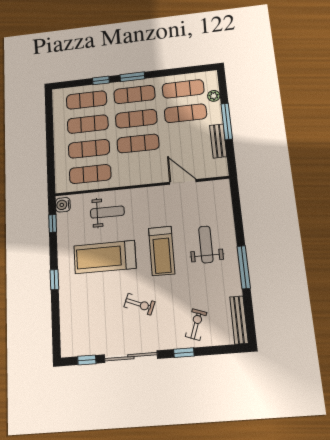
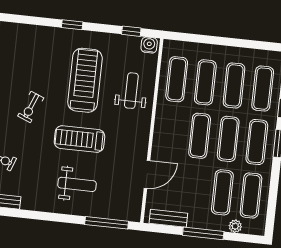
bench: (218, 141) -> (168, 218), moved
weight bench: (107, 212) -> (131, 91), turned 180
window: (244, 267) -> (107, 223), moved

